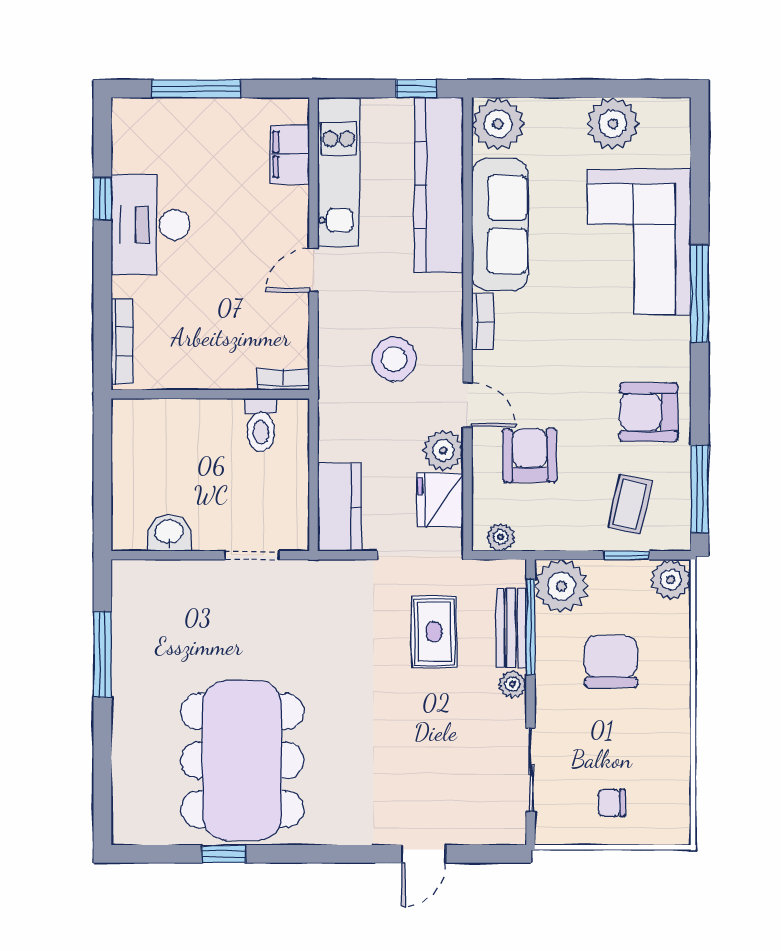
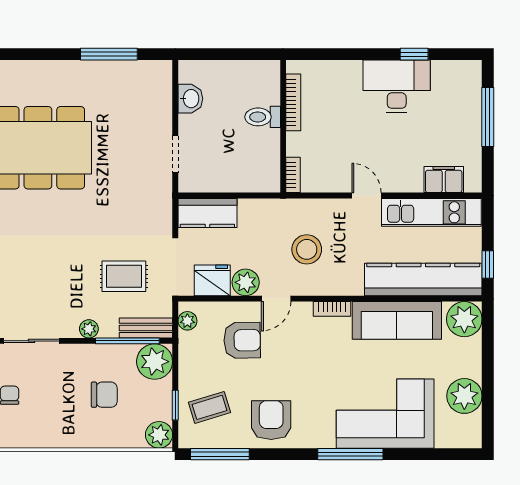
bookcase: (122, 342) -> (293, 102), moved, turned -90
toilet: (261, 425) -> (263, 117), moved
coffee table: (630, 504) -> (209, 407), turned -30
bench: (511, 628) -> (146, 328), moved
chair: (611, 661) -> (104, 395), width x0.73, depth x0.73

